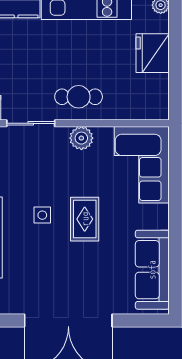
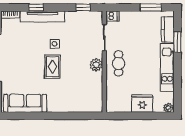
corner sofa: (142, 165) -> (82, 98), removed
rug: (85, 219) -> (52, 67), turned 90

